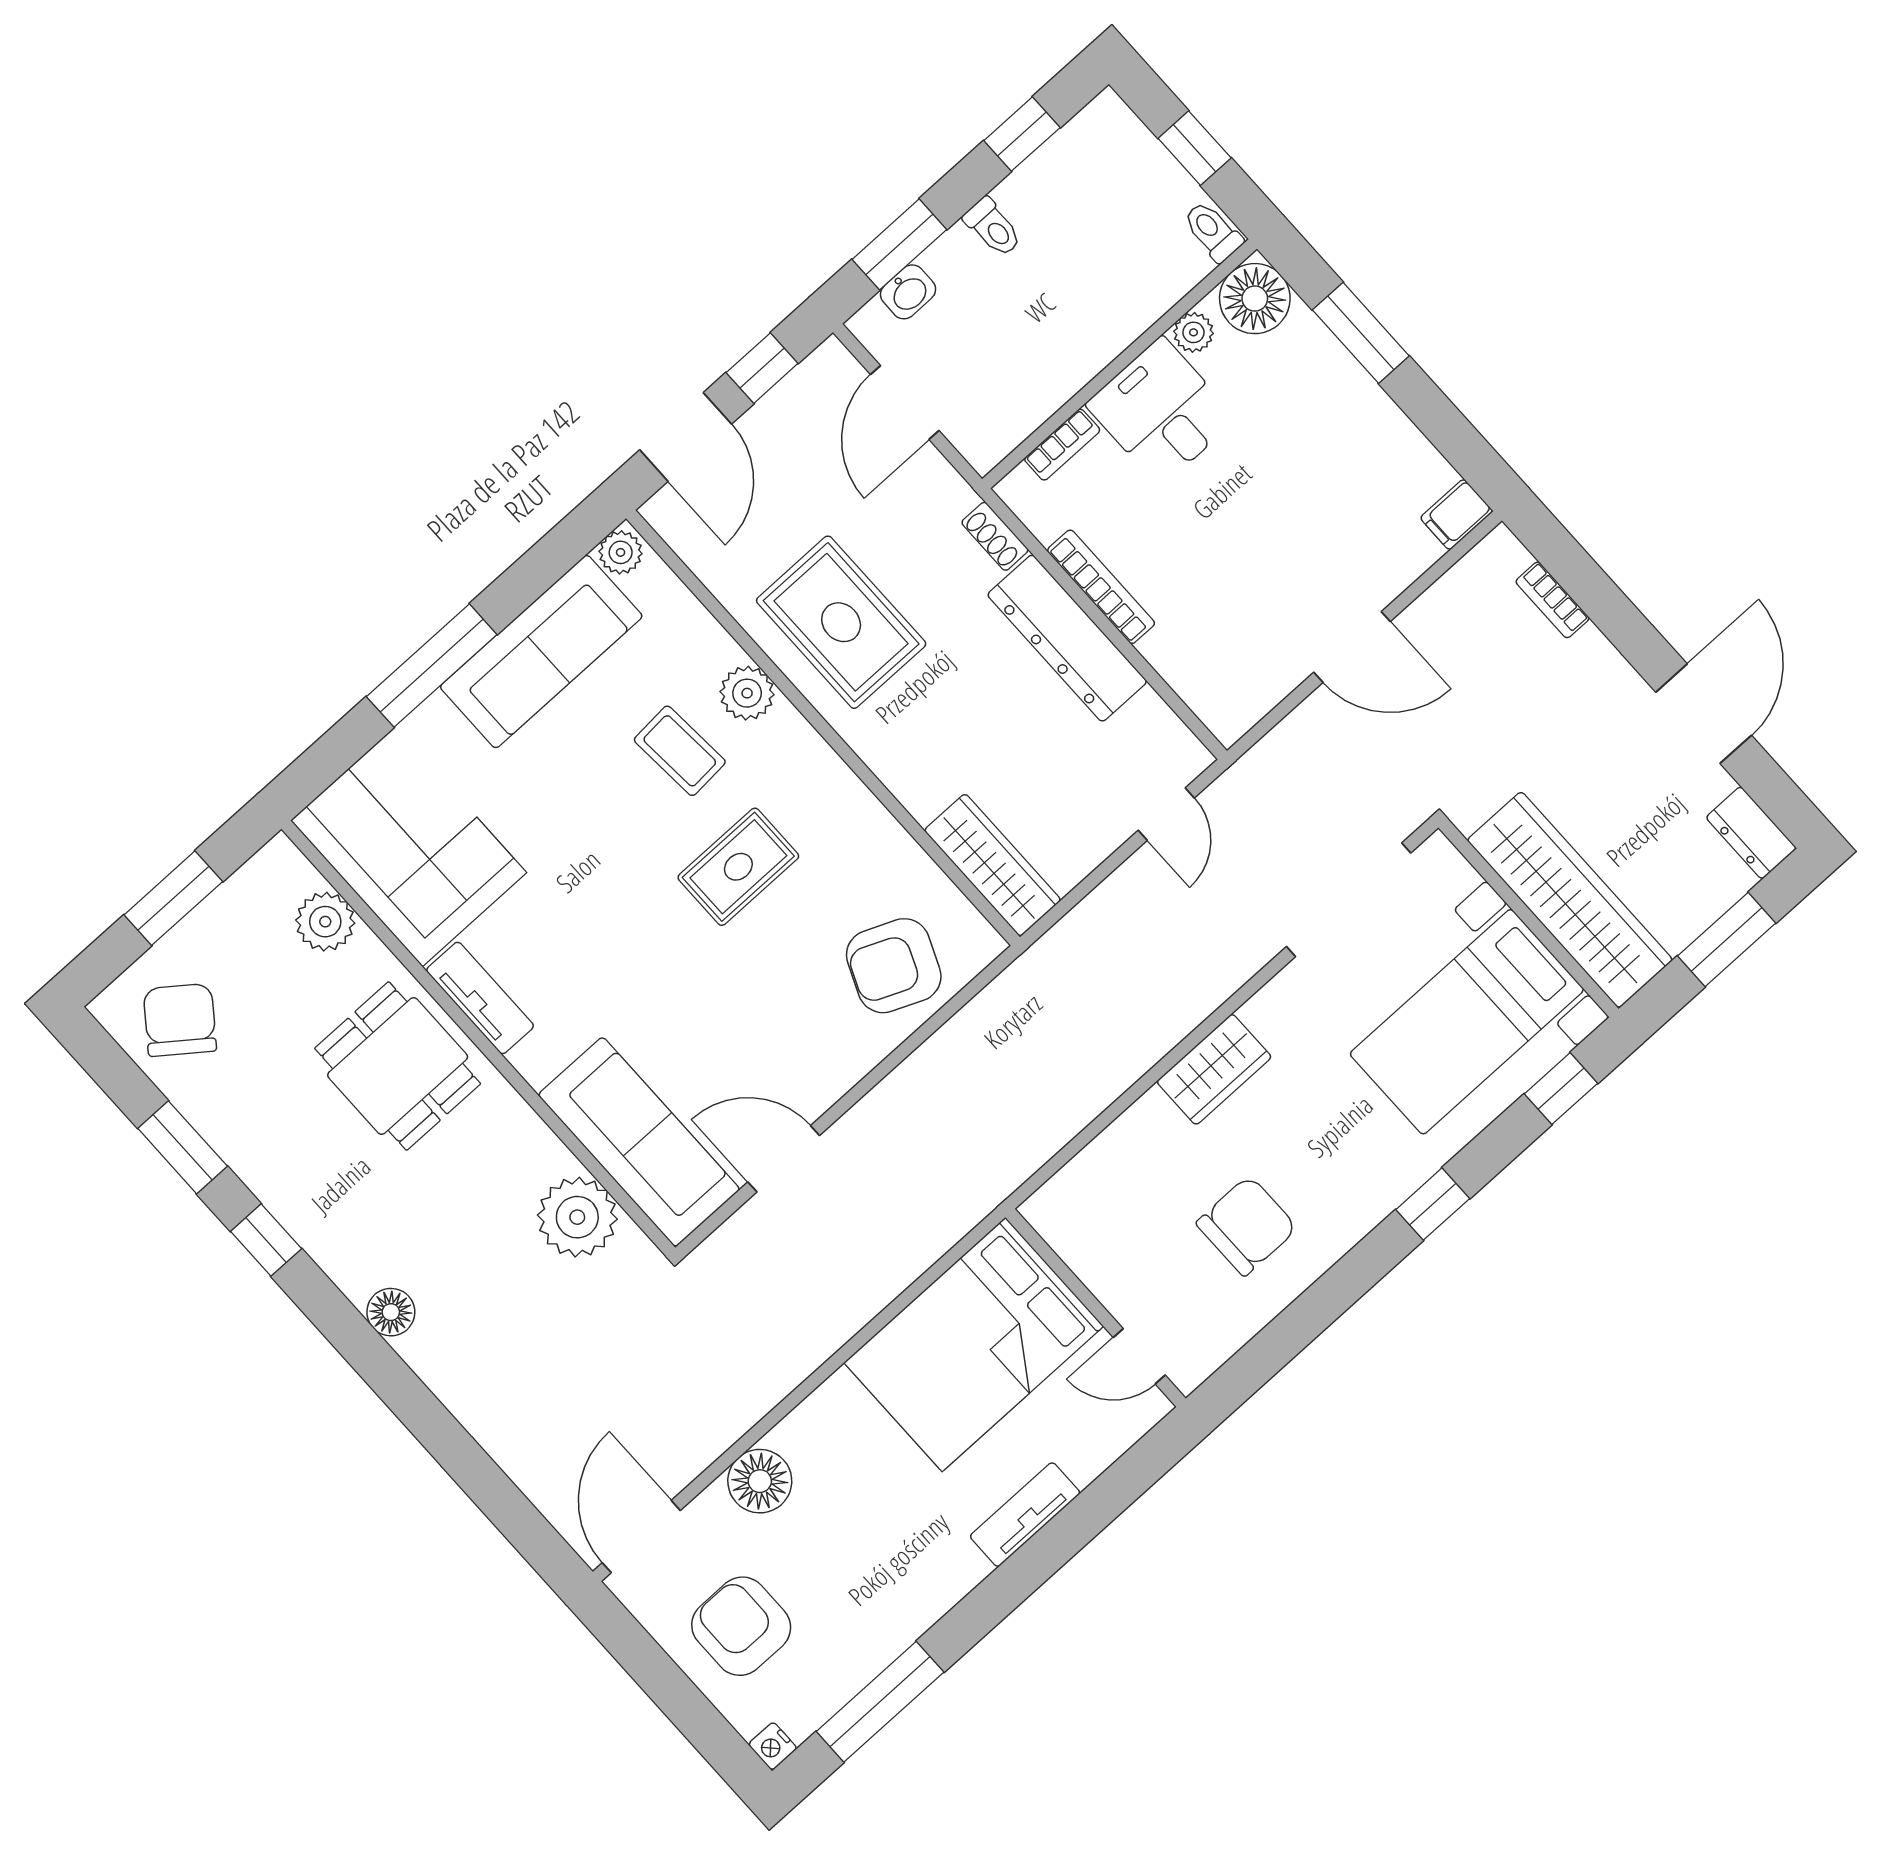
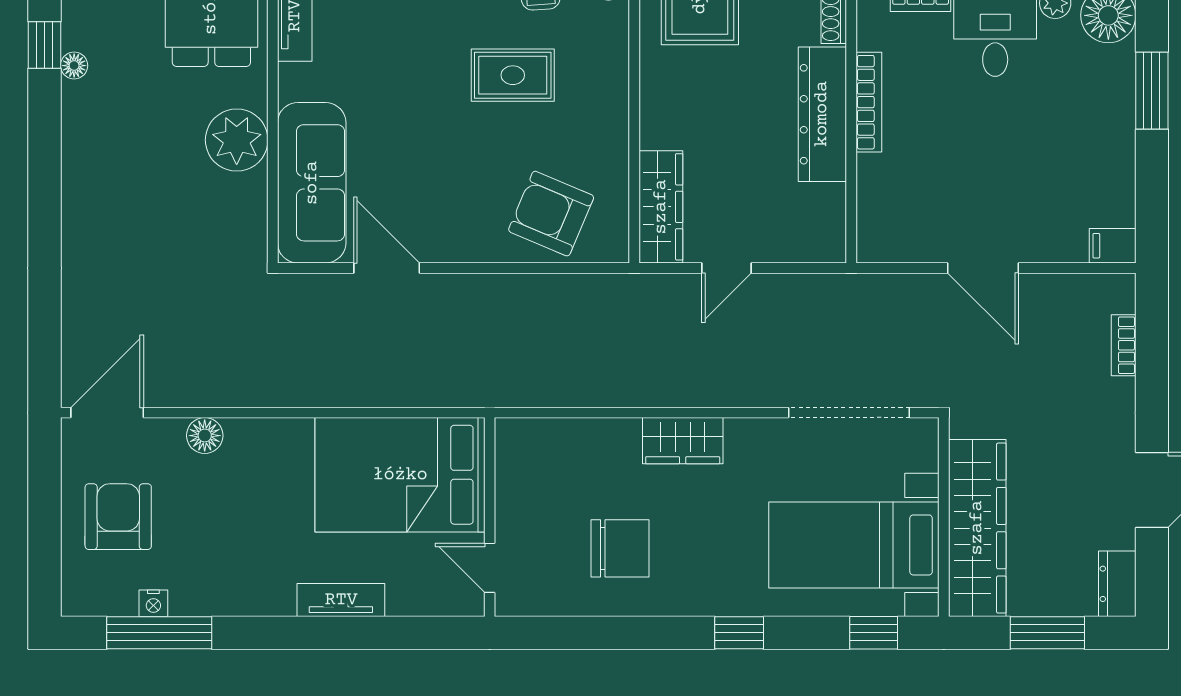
door: (1166, 814) -> (726, 268), moved
plant: (577, 1217) -> (237, 140), moved
floor lamp: (391, 1312) -> (74, 66), moved, width x0.73, depth x0.73
floor lamp: (760, 1481) -> (205, 436), width x0.73, depth x0.73
nightstand: (773, 1746) -> (153, 603), moved, turned -90

